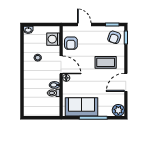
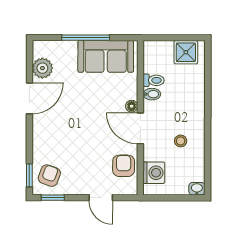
coffee table: (106, 62) -> (64, 133), removed
shower: (35, 109) -> (186, 52), added
plant: (118, 110) -> (42, 68), moved

